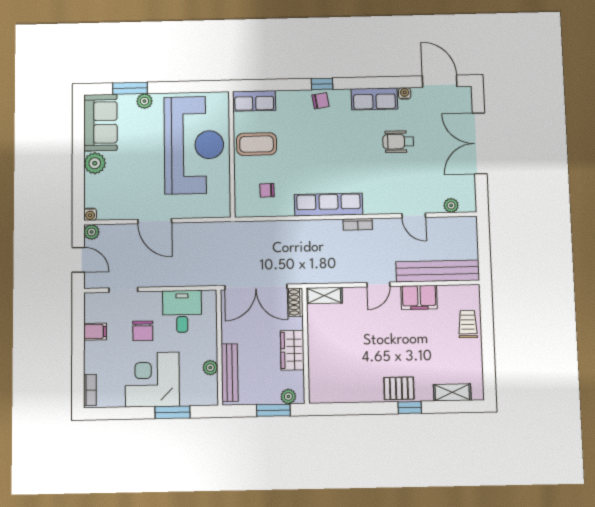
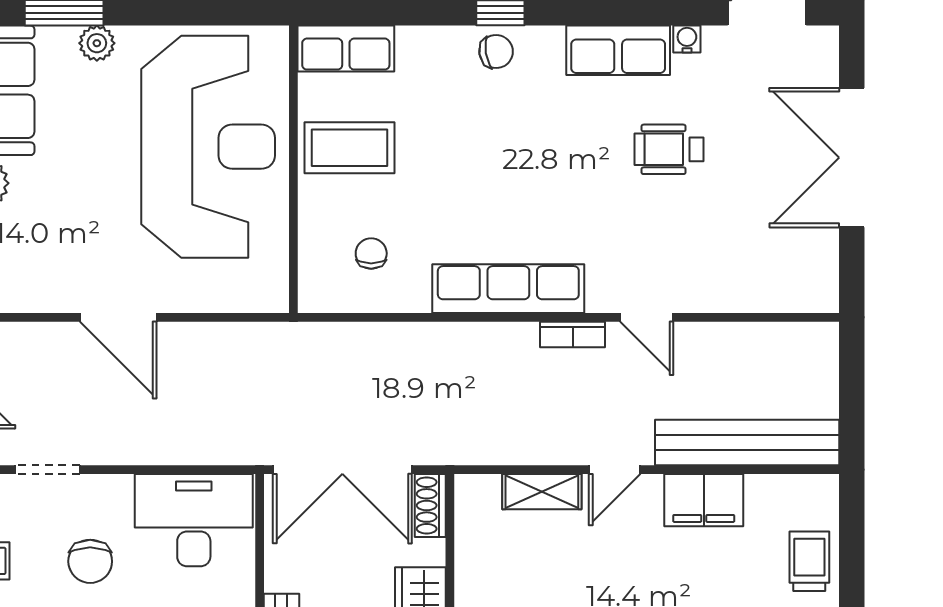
chair: (267, 190) -> (371, 253), turned 91
plant: (451, 205) -> (782, 297), removed
door: (414, 215) -> (647, 317), moved
shelving: (324, 296) -> (542, 492), moved
desk: (182, 311) -> (194, 520), width x1.37

